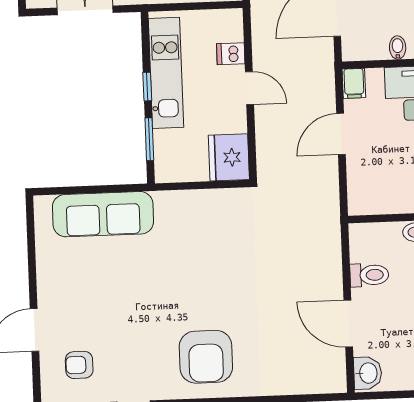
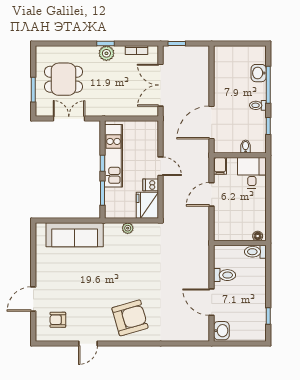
dishwasher: (231, 54) -> (151, 185), moved
plant: (196, 199) -> (128, 228), added
armchair: (206, 357) -> (130, 318), turned -106

